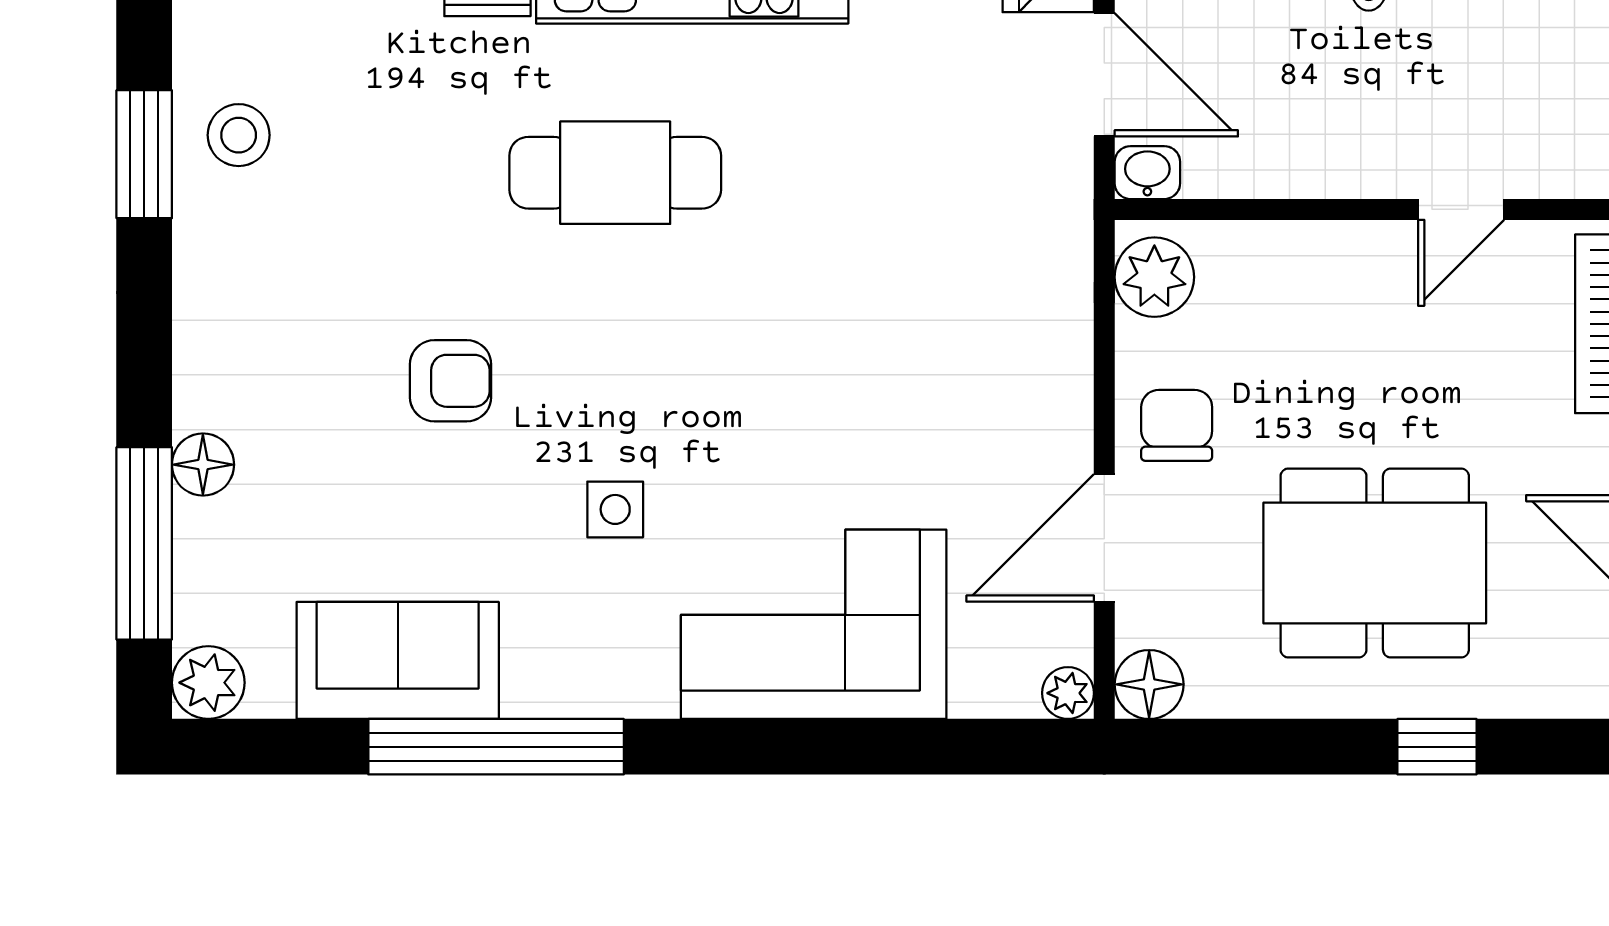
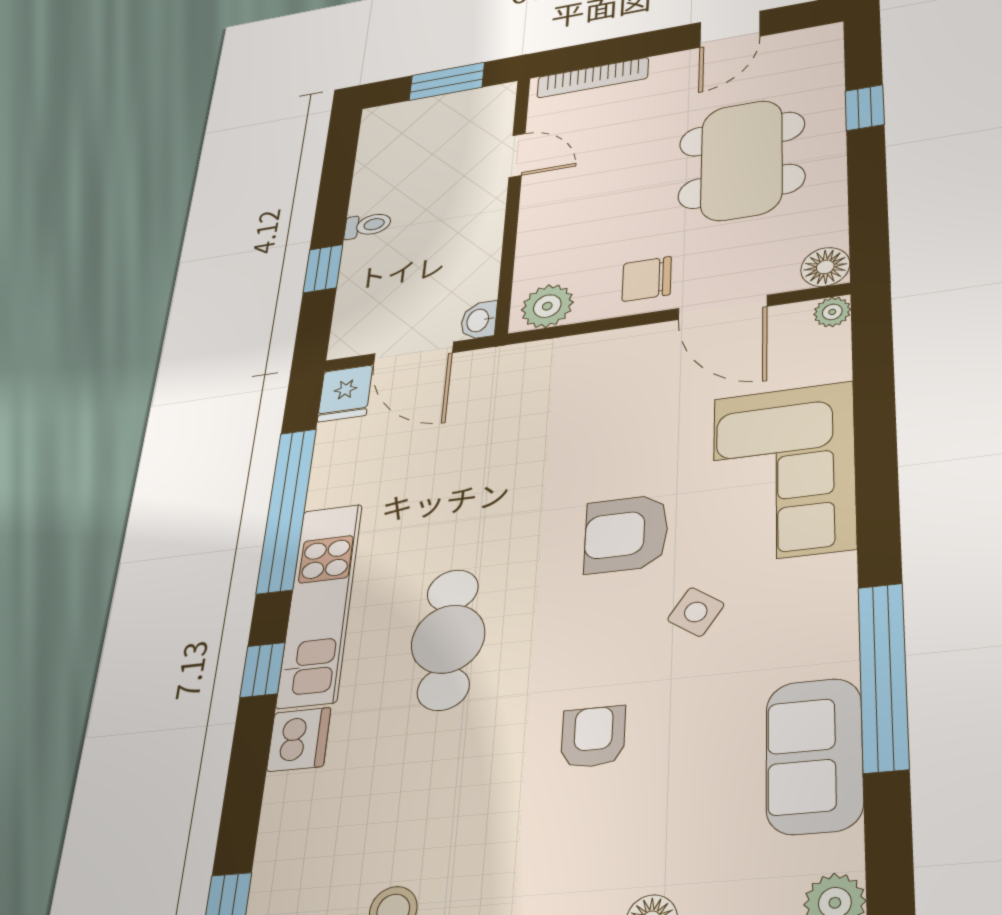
door: (1104, 75) -> (413, 353), swing flipped
armchair: (747, 412) -> (626, 534), added
side table: (615, 509) -> (696, 612), turned 34

